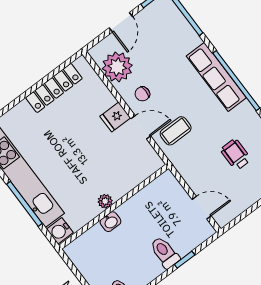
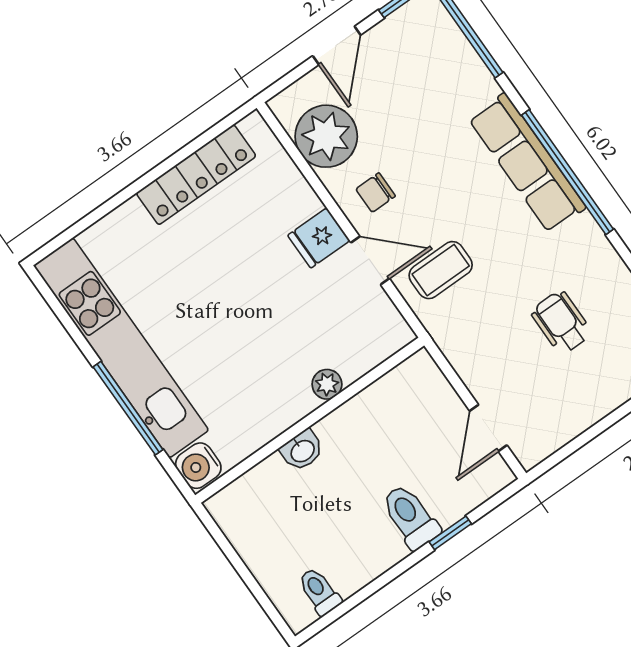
plant: (105, 201) -> (327, 384), moved
door: (202, 208) -> (488, 428), swing flipped

